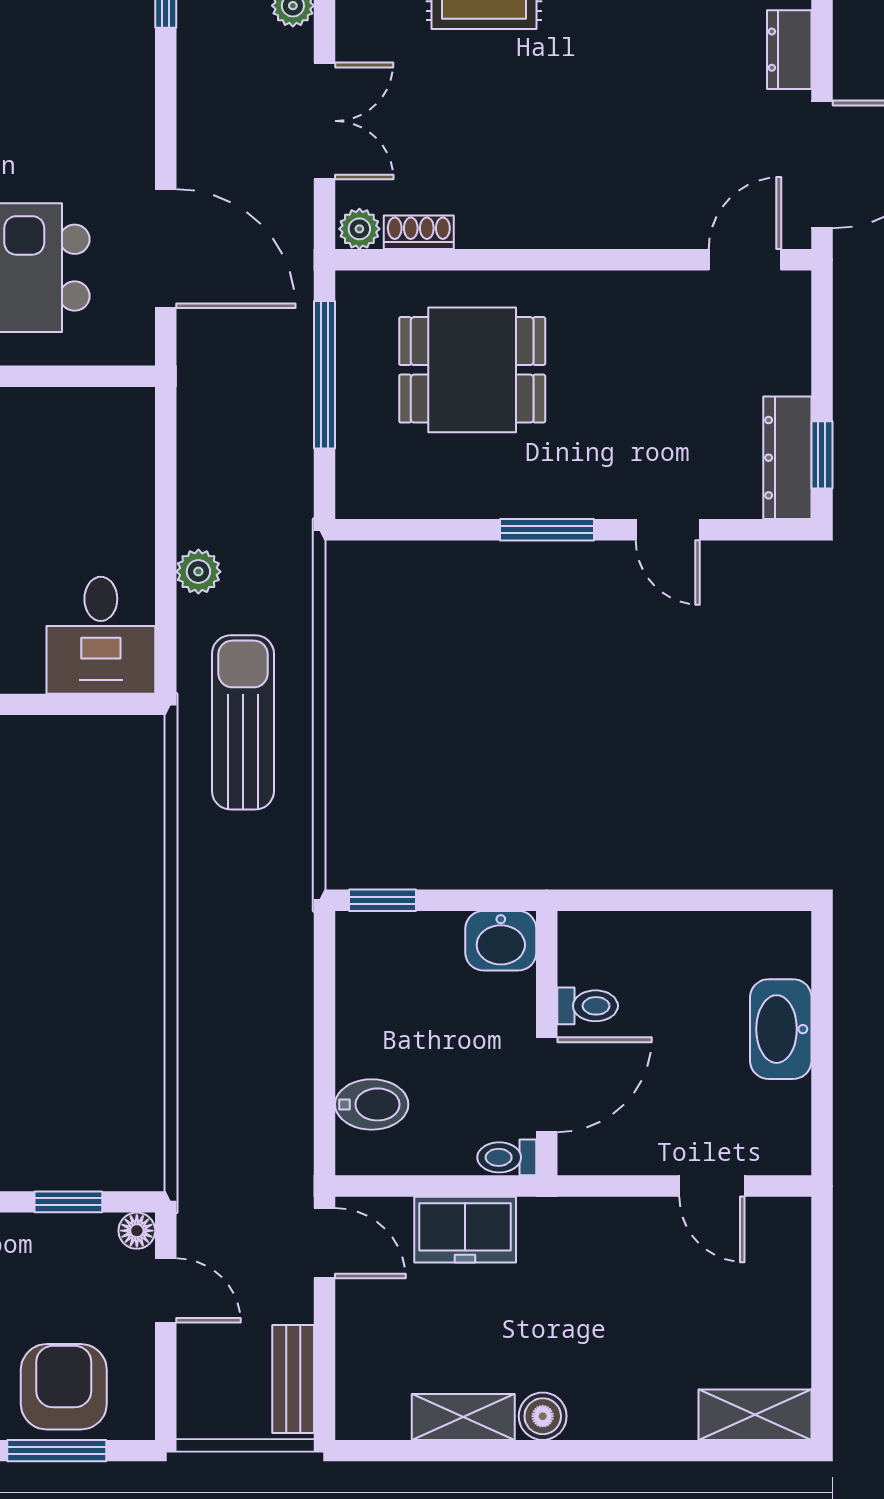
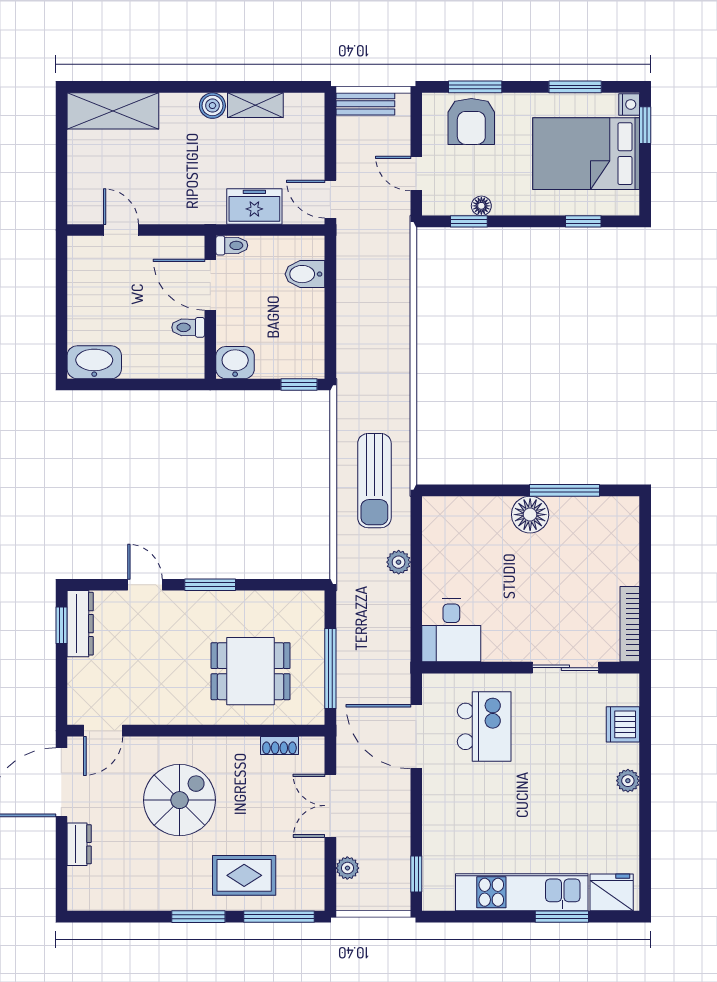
spiral stairs: (604, 131) -> (180, 800), added
plant: (359, 229) -> (312, 747), removed
desk: (101, 635) -> (451, 630), moved, turned 180
washbasin: (781, 1029) -> (94, 362), moved, turned -90
door: (547, 1085) -> (210, 285), hinge flipped
floor lamp: (137, 1231) -> (481, 206), moved
bench: (293, 1379) -> (365, 104), moved, turned 90
shelving: (755, 1415) -> (113, 111), width x1.50, depth x1.33

